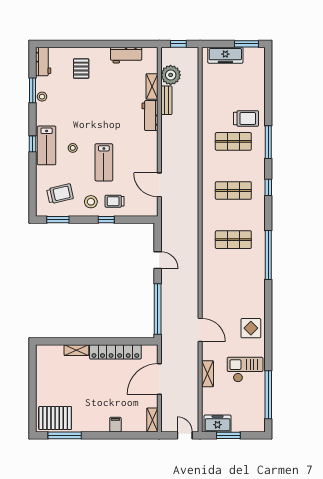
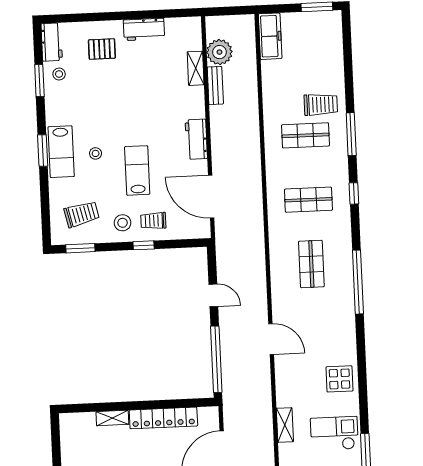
window: (178, 44) -> (228, 11), removed
workbench: (126, 55) -> (144, 29), moved
freezer: (225, 55) -> (270, 36), moved, turned -90
pallet: (81, 69) -> (102, 49), turned 90
stool: (42, 97) -> (59, 74), moved
workbench: (150, 116) -> (196, 139), moved
window: (33, 144) -> (43, 151), width x1.50
lab bench: (104, 162) -> (137, 170), turned 180
door: (159, 185) -> (211, 197), width x1.36
shop shelf: (233, 240) -> (311, 264), turned 90
door: (200, 330) -> (271, 339), moved
shelving: (208, 374) -> (285, 425), moved

